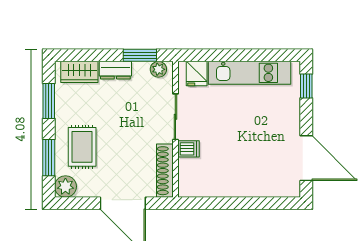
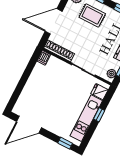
window: (233, 55) -> (99, 115), added
dishwasher: (189, 149) -> (44, 58), moved

